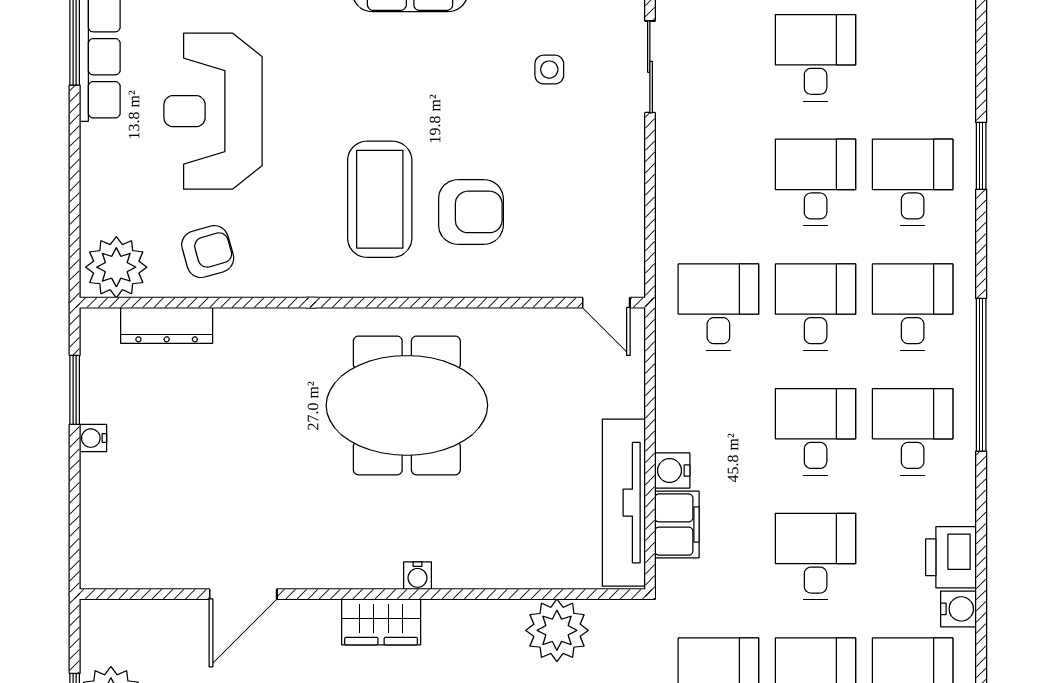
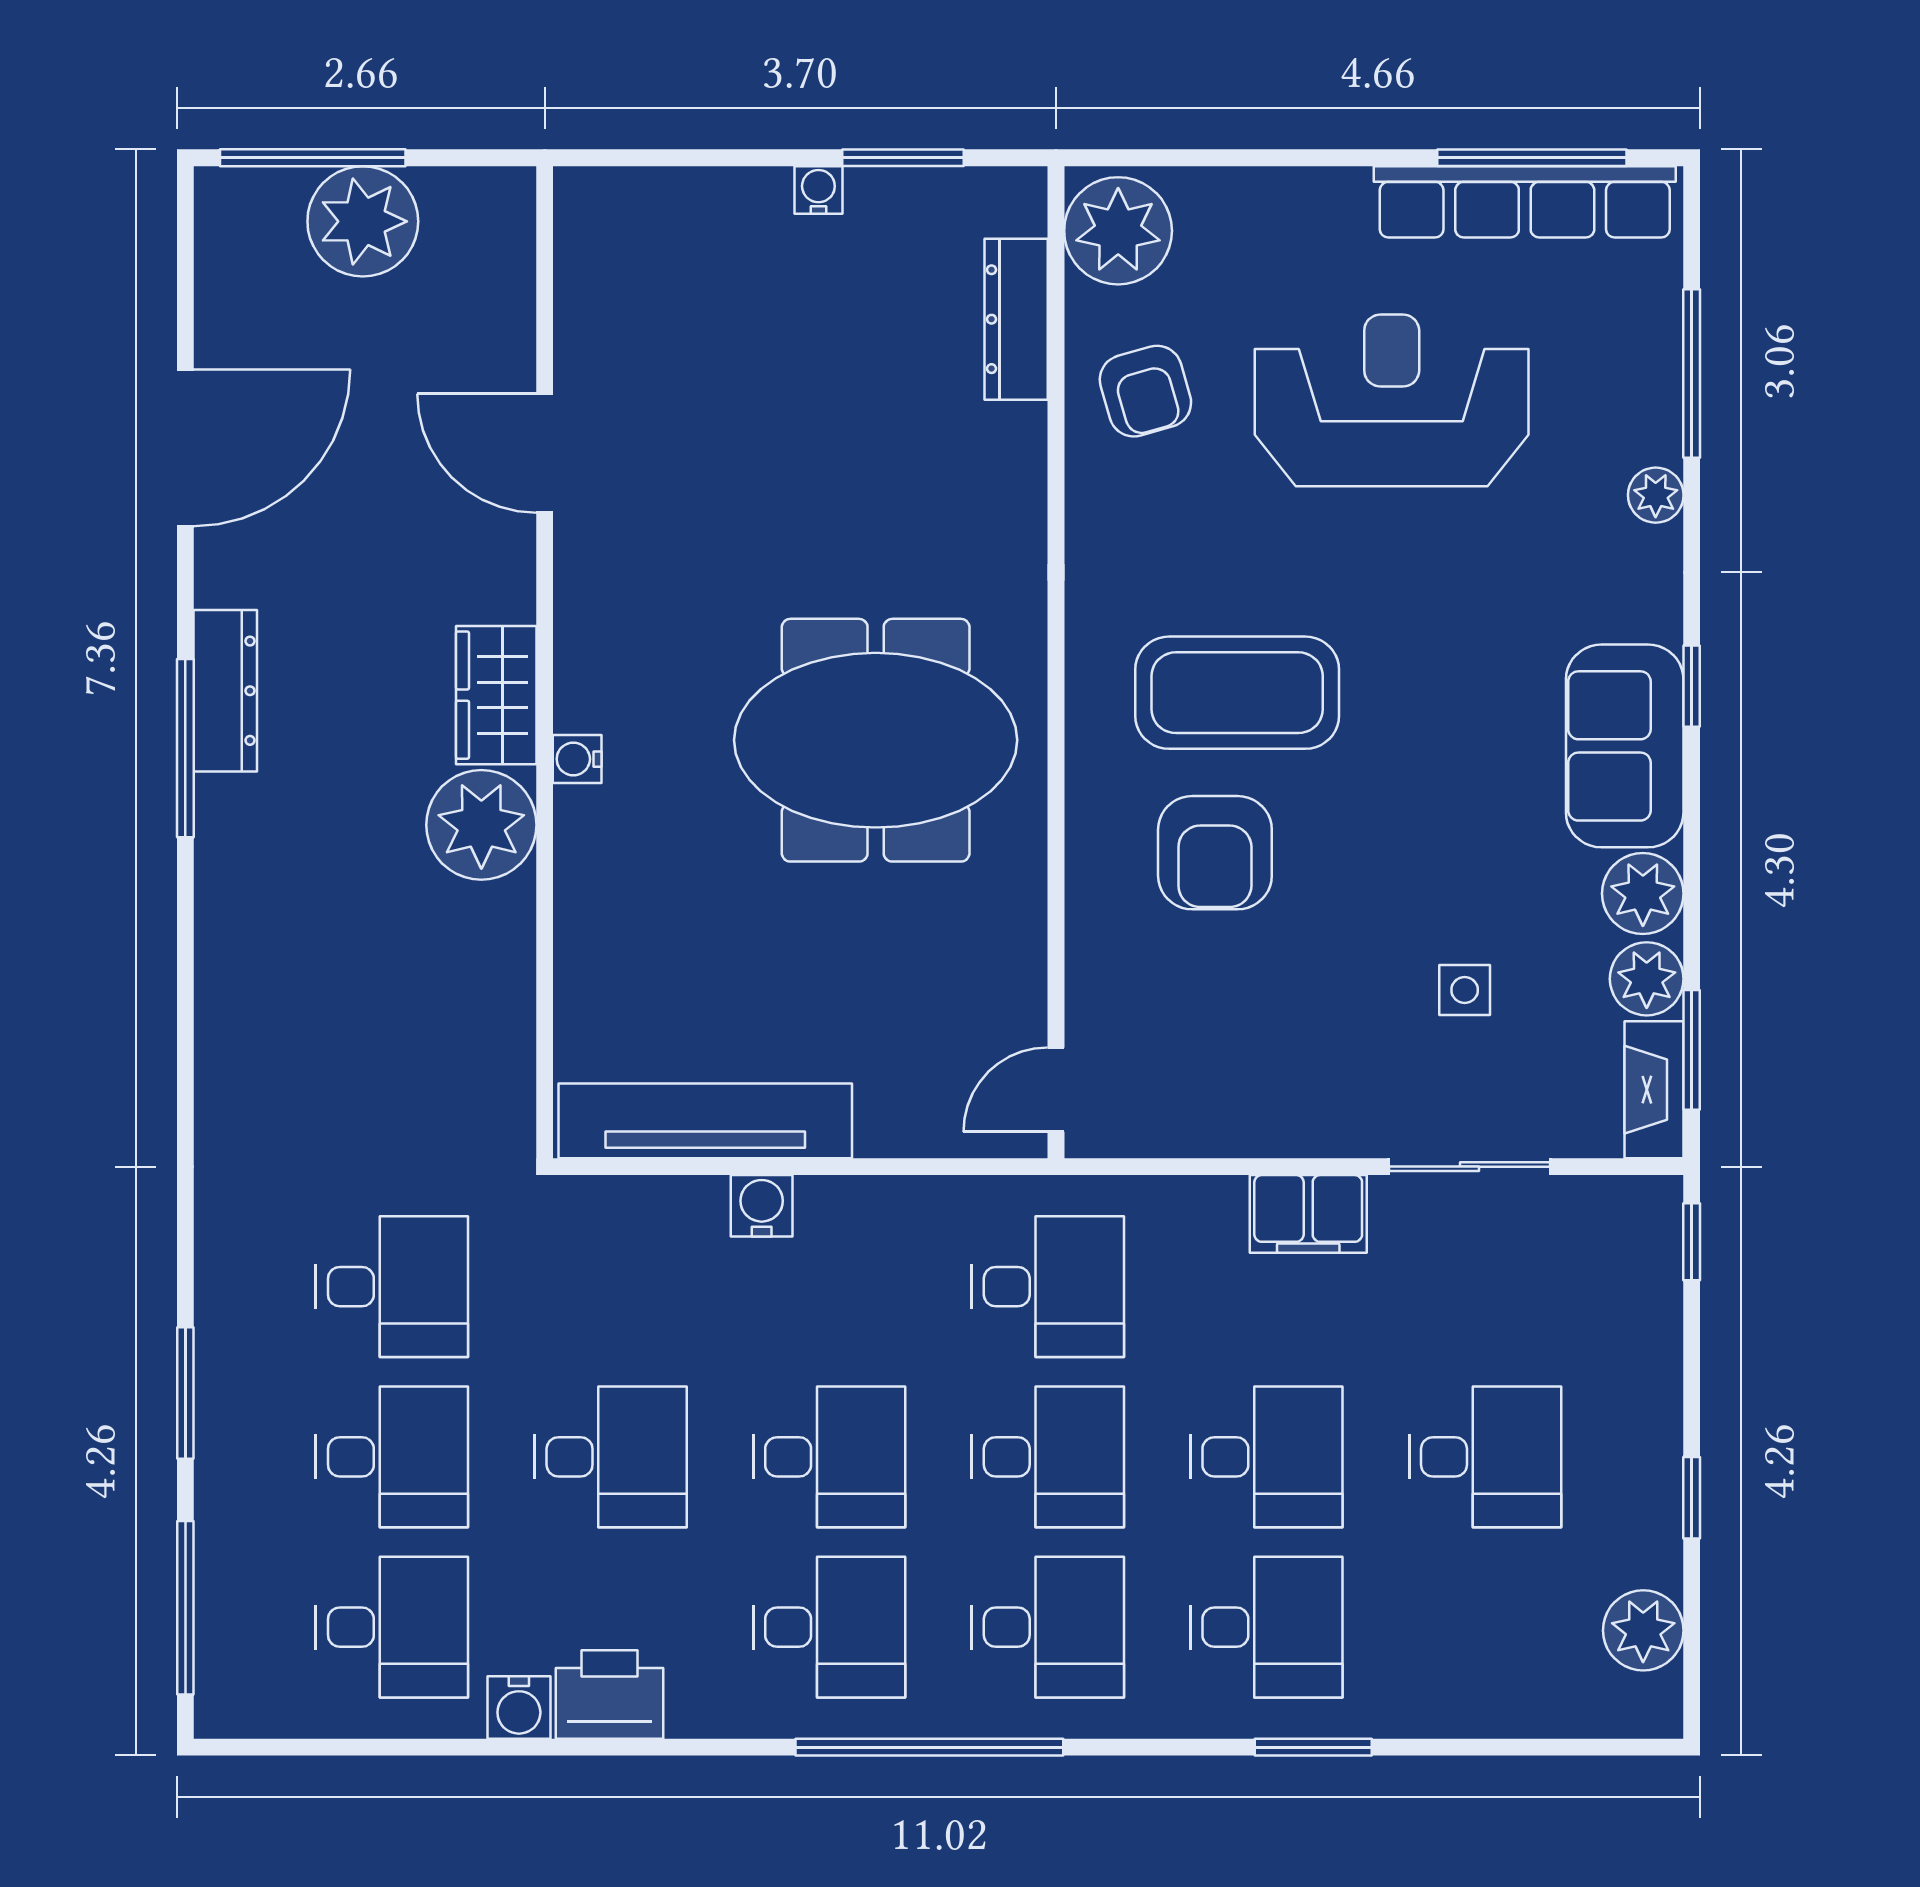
meeting table: (407, 405) -> (876, 740), turned 90
filing cabinet: (677, 524) -> (1308, 1214), moved
plant: (557, 630) -> (481, 825), moved

